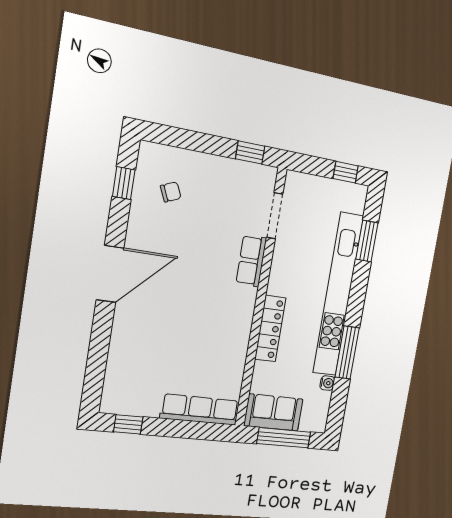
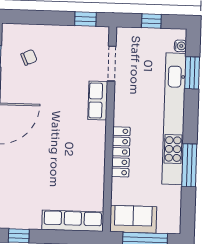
window: (346, 172) -> (151, 21), moved
water cooler: (327, 383) -> (180, 46), moved

